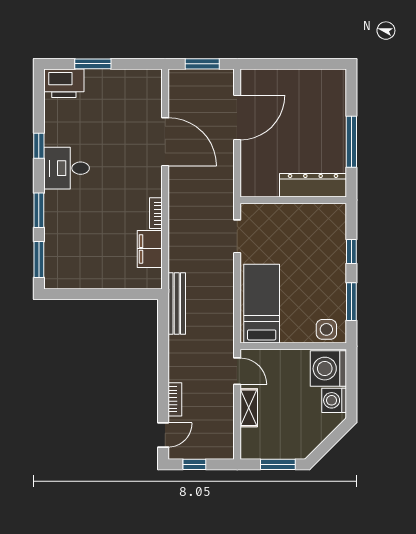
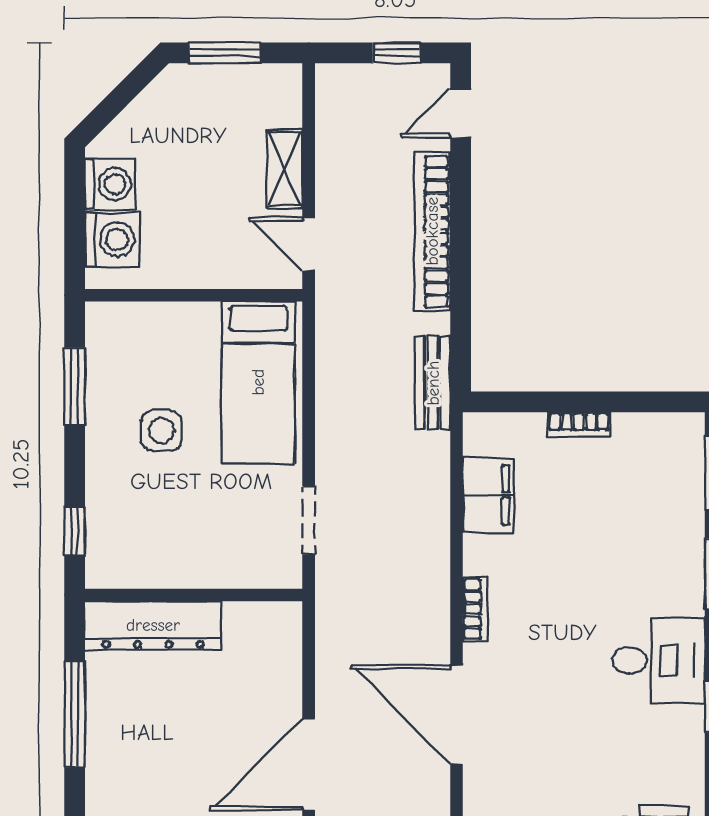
bookcase: (156, 213) -> (475, 609), moved
window: (351, 251) -> (75, 531), moved
bookcase: (105, 283) -> (579, 425), added
bench: (177, 304) -> (433, 383), width x0.73
side table: (326, 329) -> (161, 431), moved
washing machine: (328, 369) -> (112, 239), width x0.73, depth x0.73
bookcase: (175, 399) -> (432, 231), width x2.31, depth x1.31

